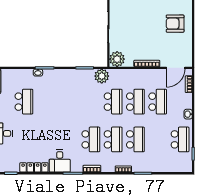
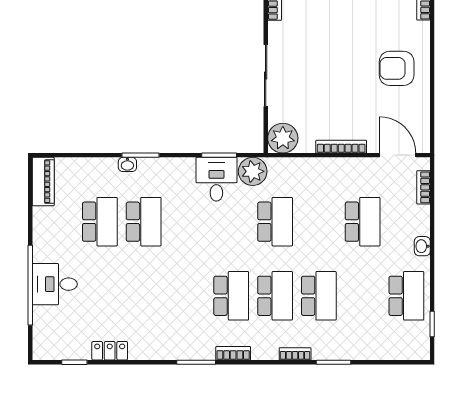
door: (176, 68) -> (398, 155), swing flipped
school desk: (135, 102) -> (144, 222), moved
desk: (60, 161) -> (216, 179), moved, turned 180
locker: (34, 167) -> (110, 351), width x0.66

